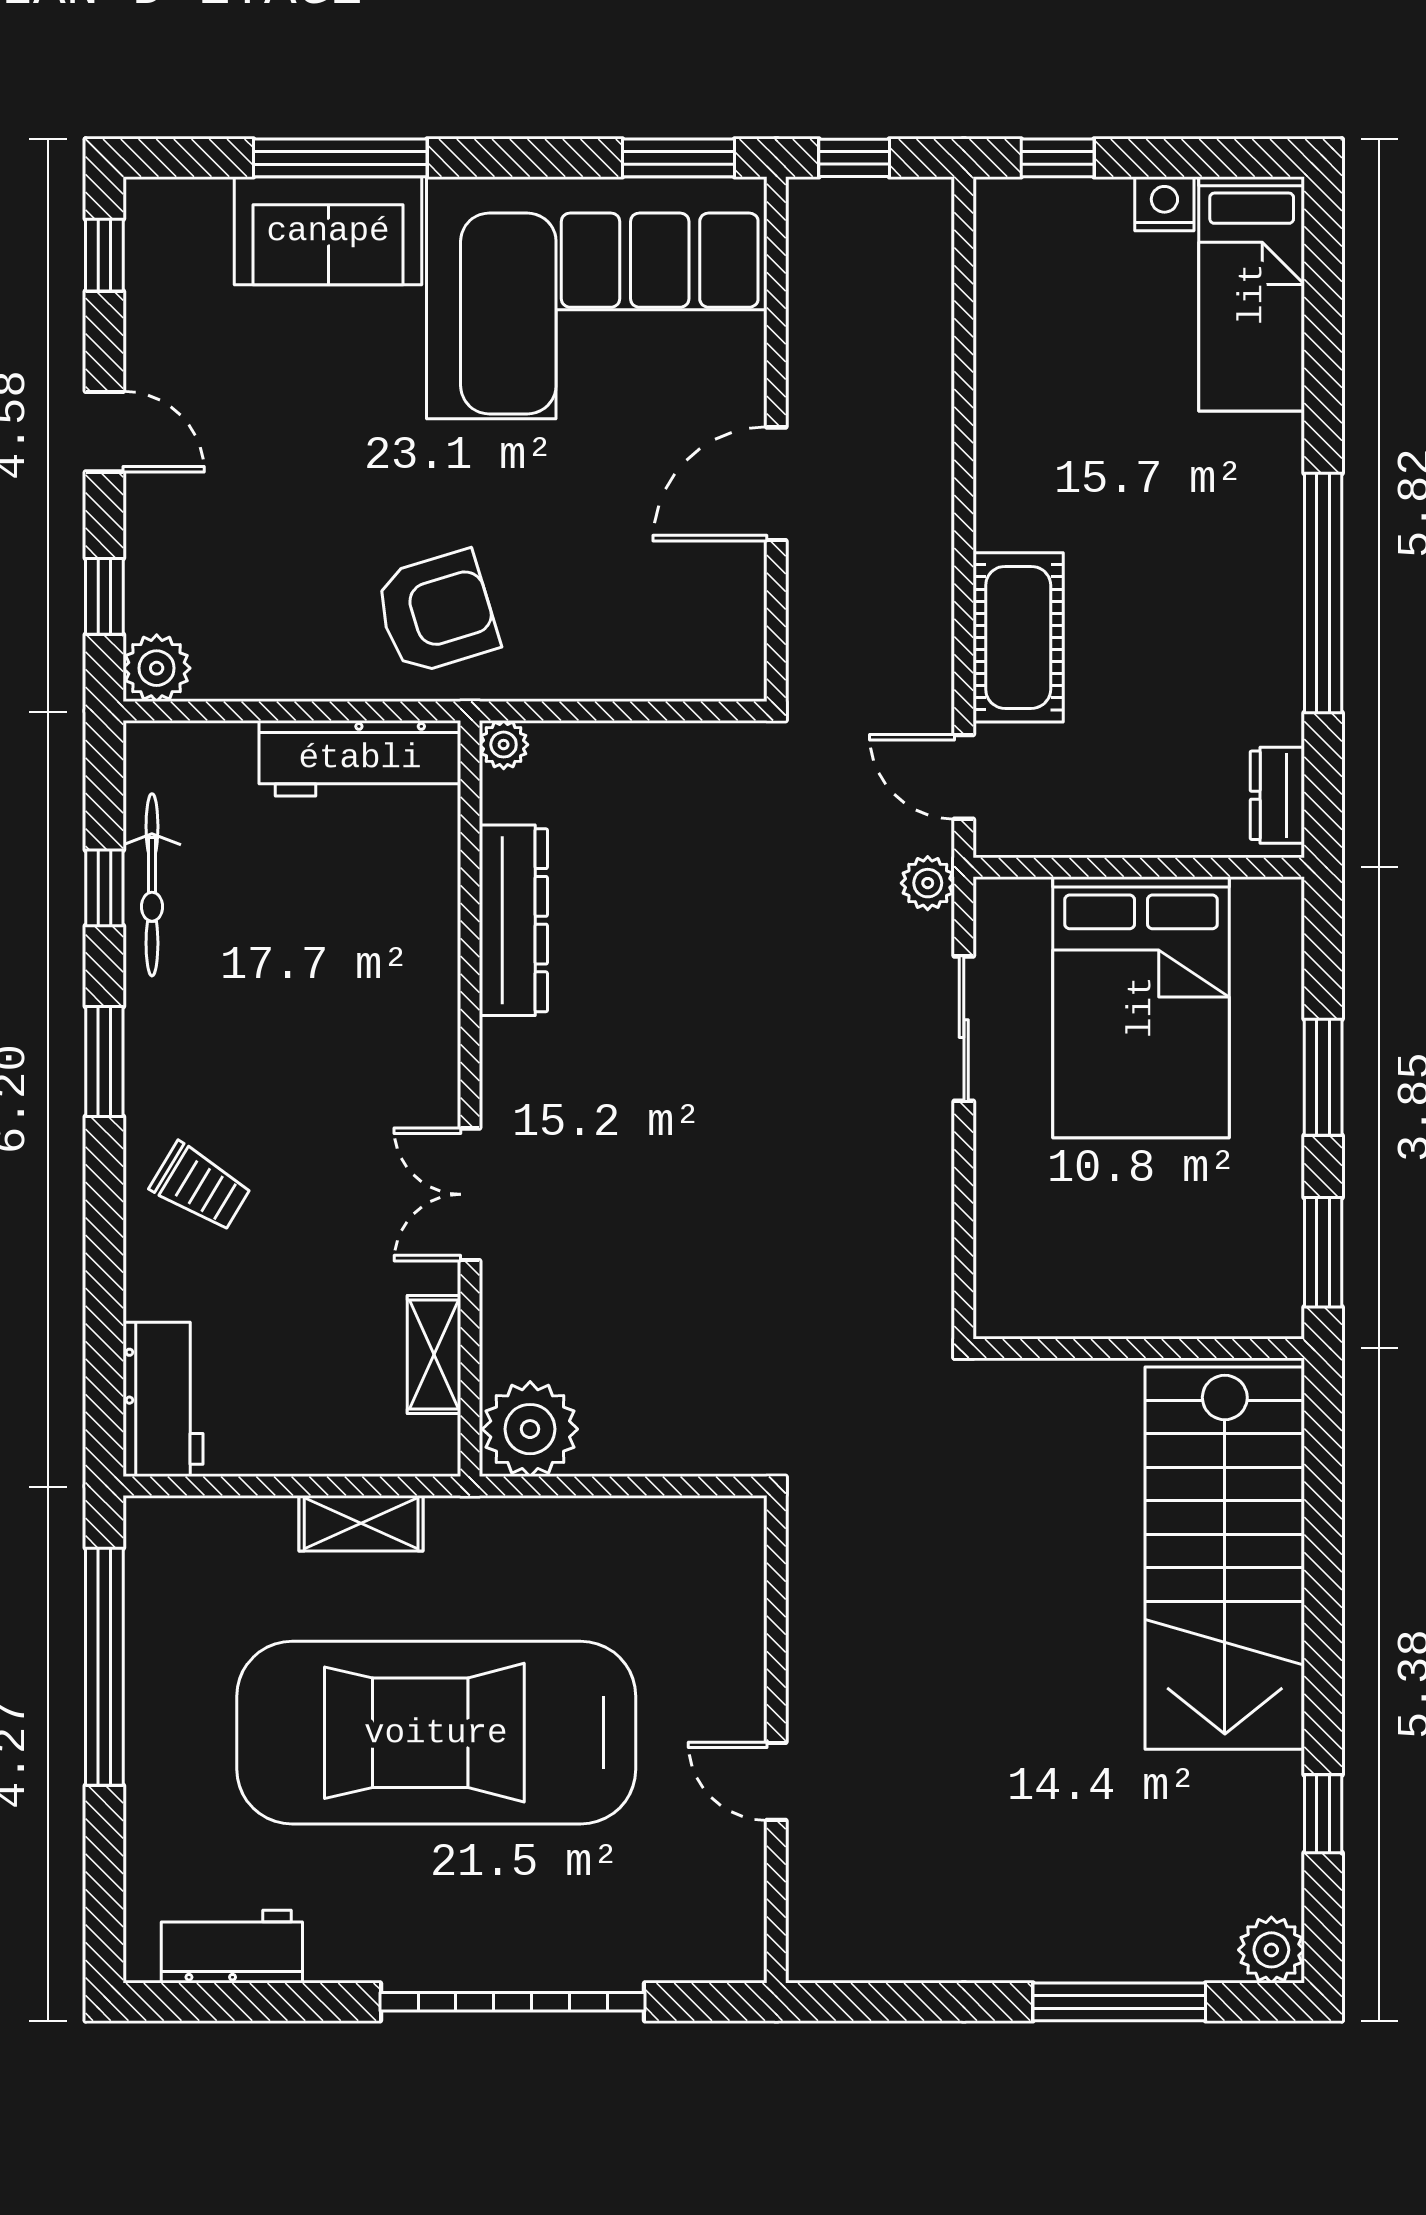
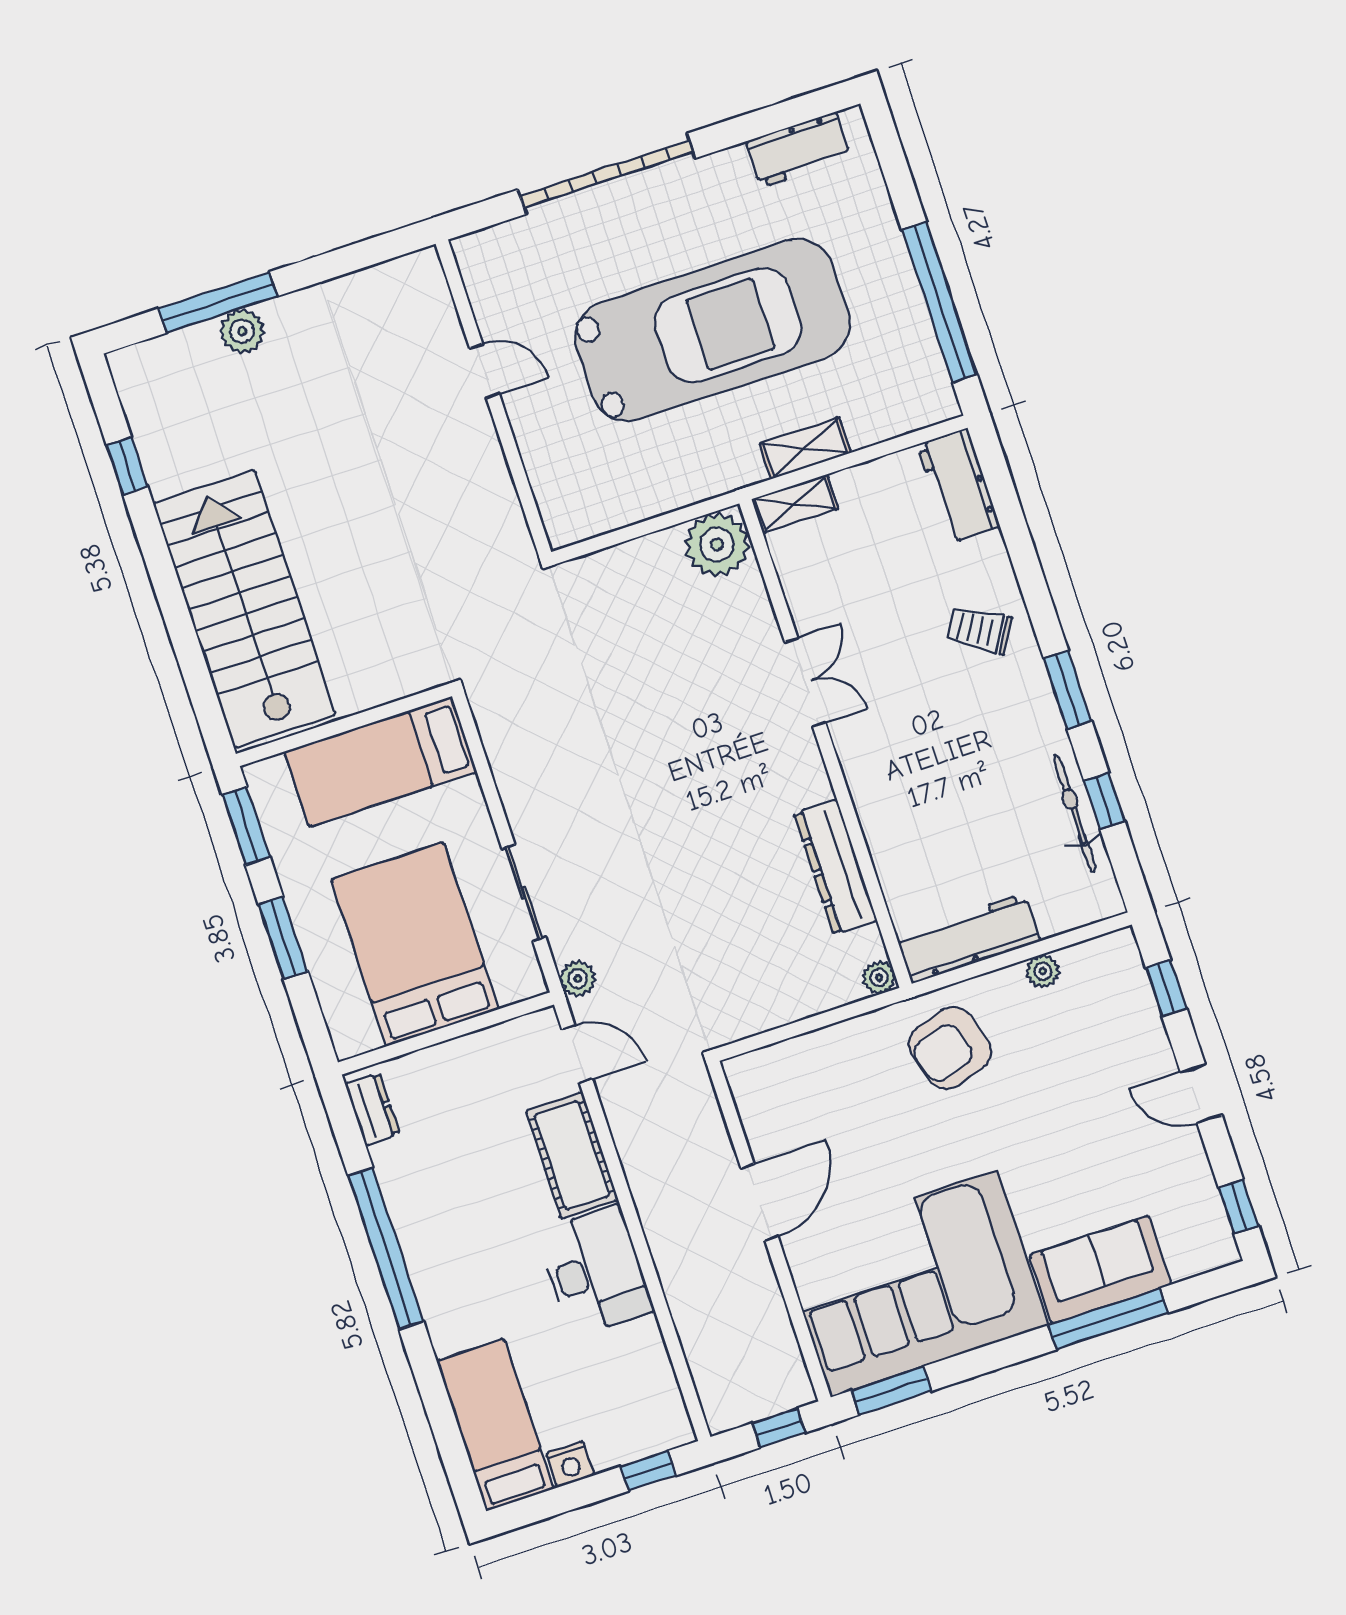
desk: (1039, 464) -> (595, 1271), added
plant: (157, 668) -> (1043, 971), moved, width x0.73, depth x0.73
bed: (1104, 1280) -> (381, 762), added
shelving: (434, 1354) -> (795, 504), moved, turned 90
plant: (1271, 1950) -> (242, 331), moved

